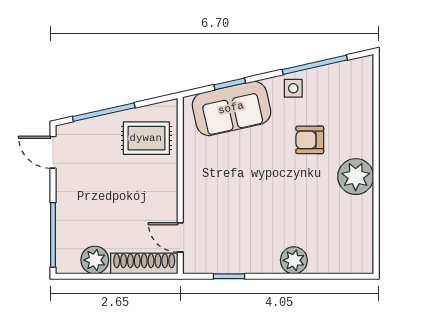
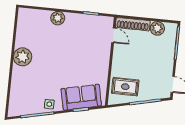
armchair: (310, 140) -> (44, 78), removed

